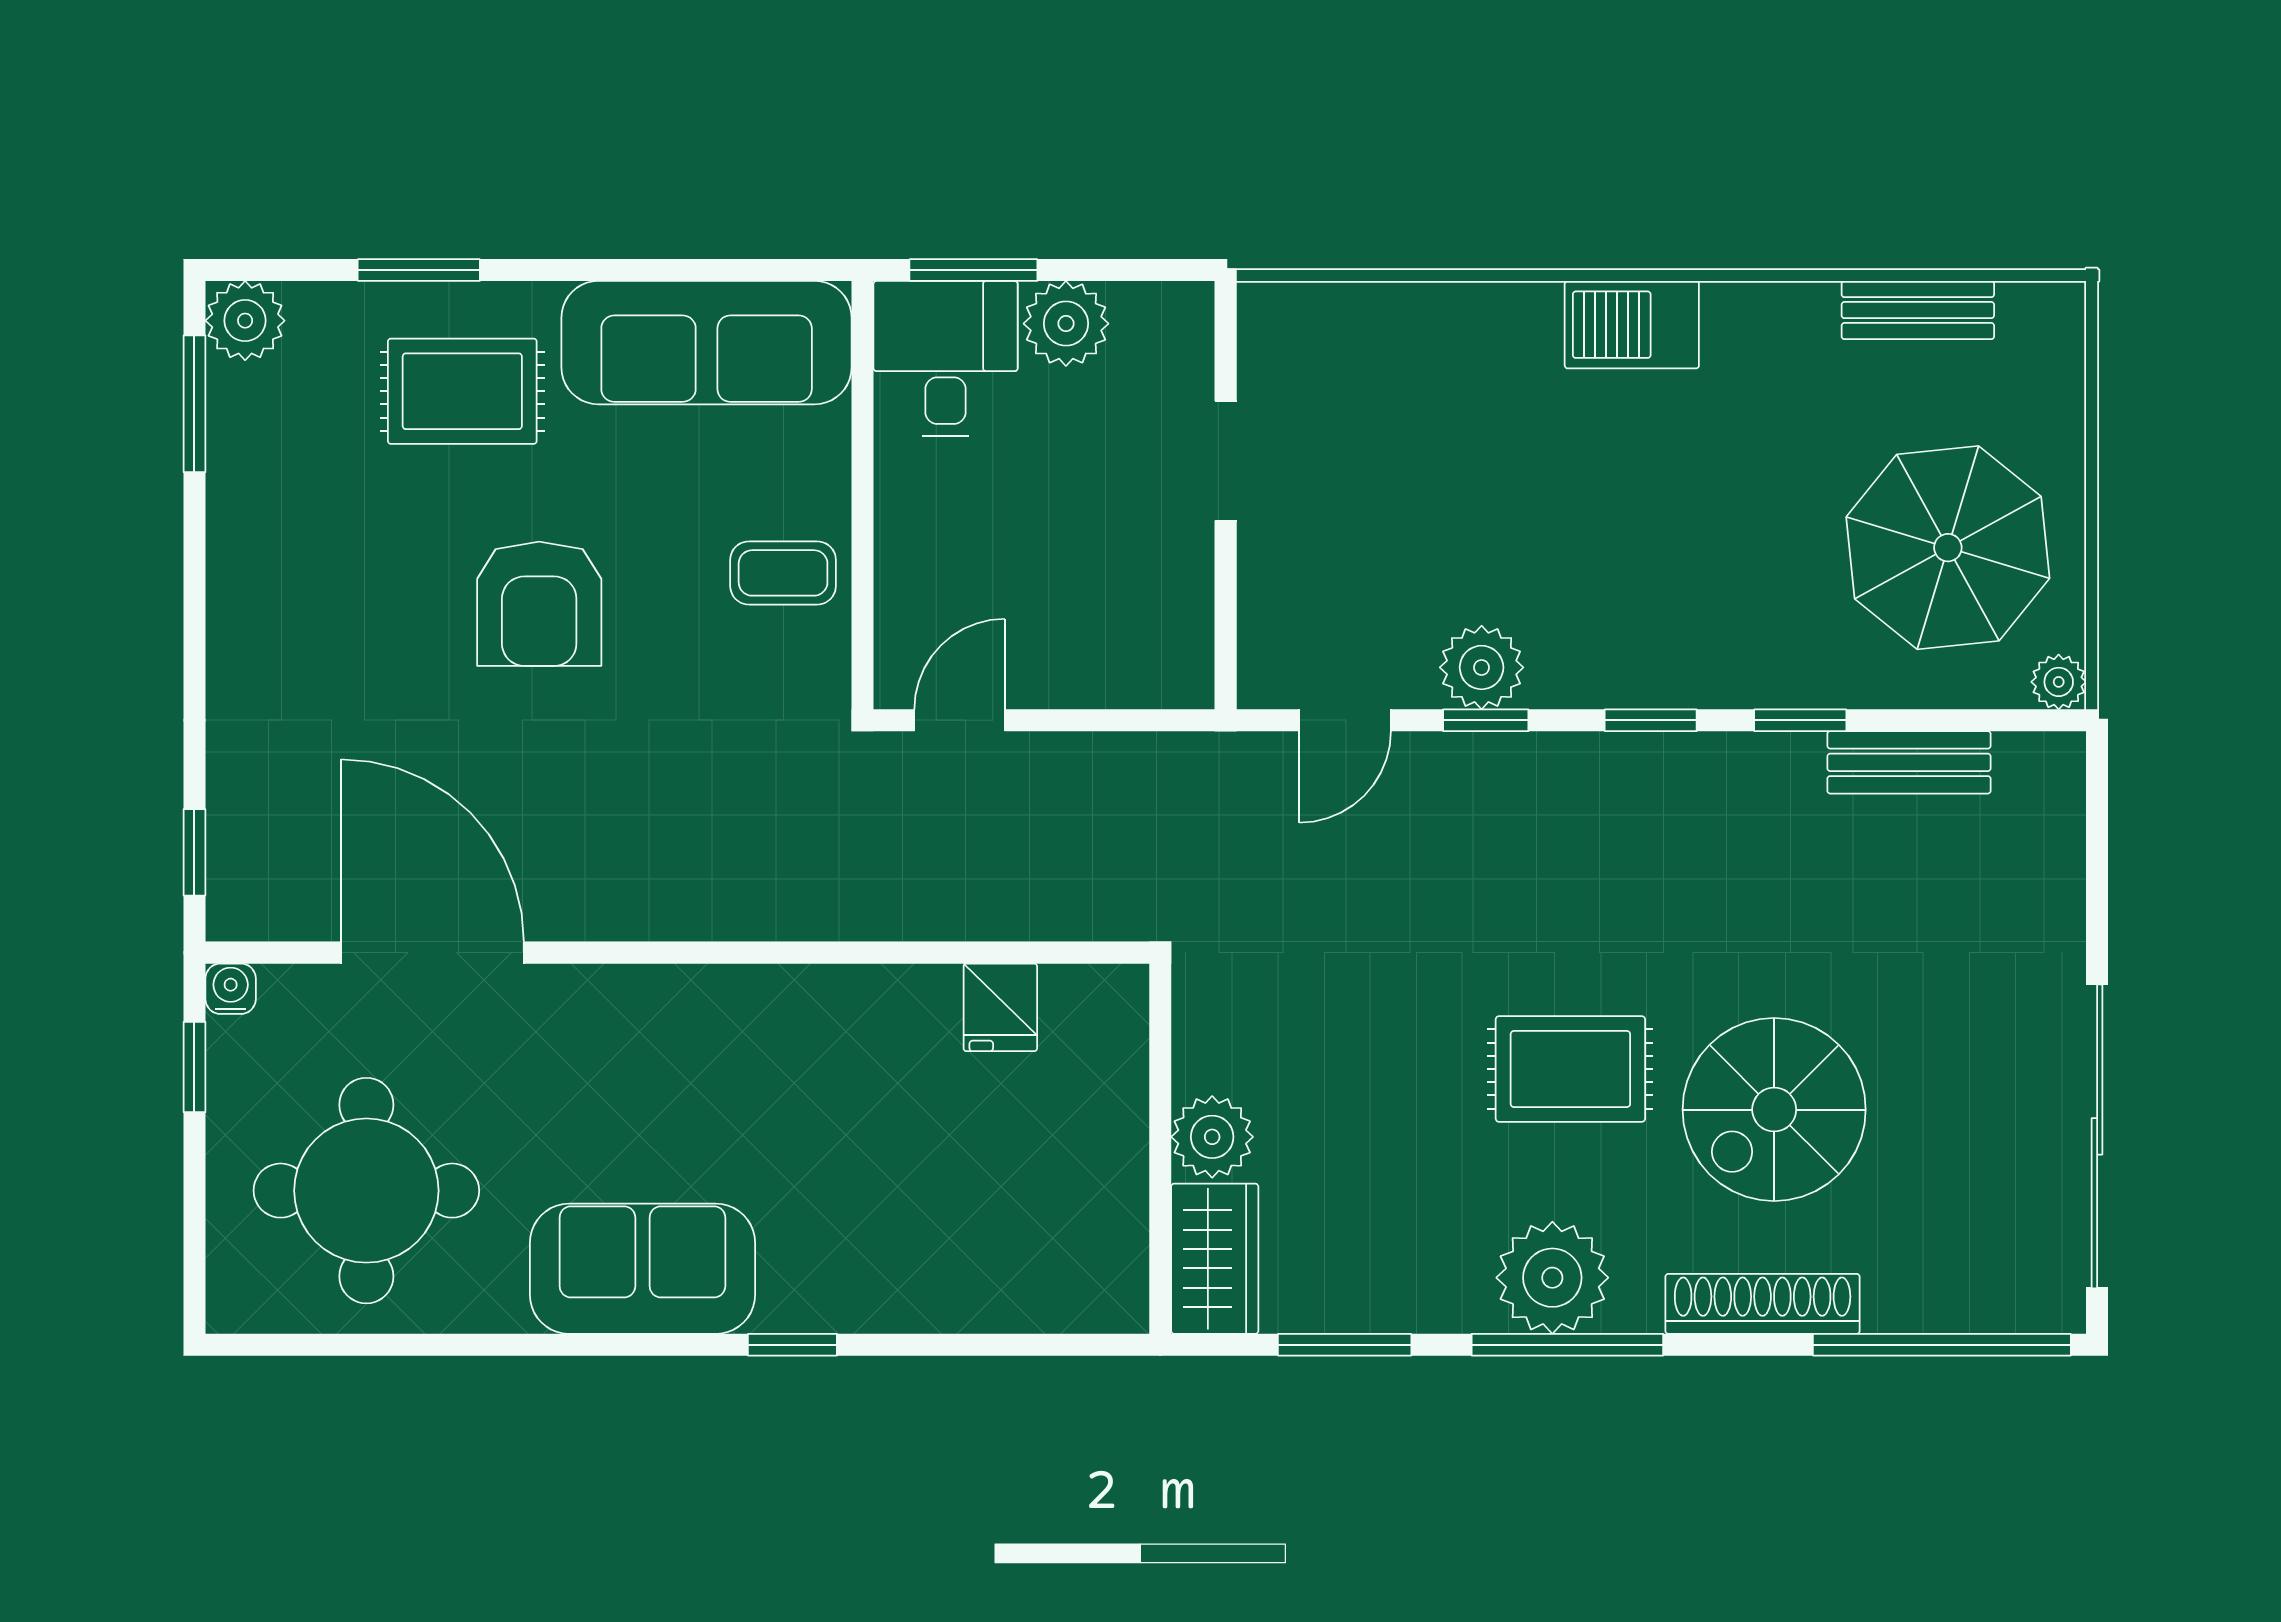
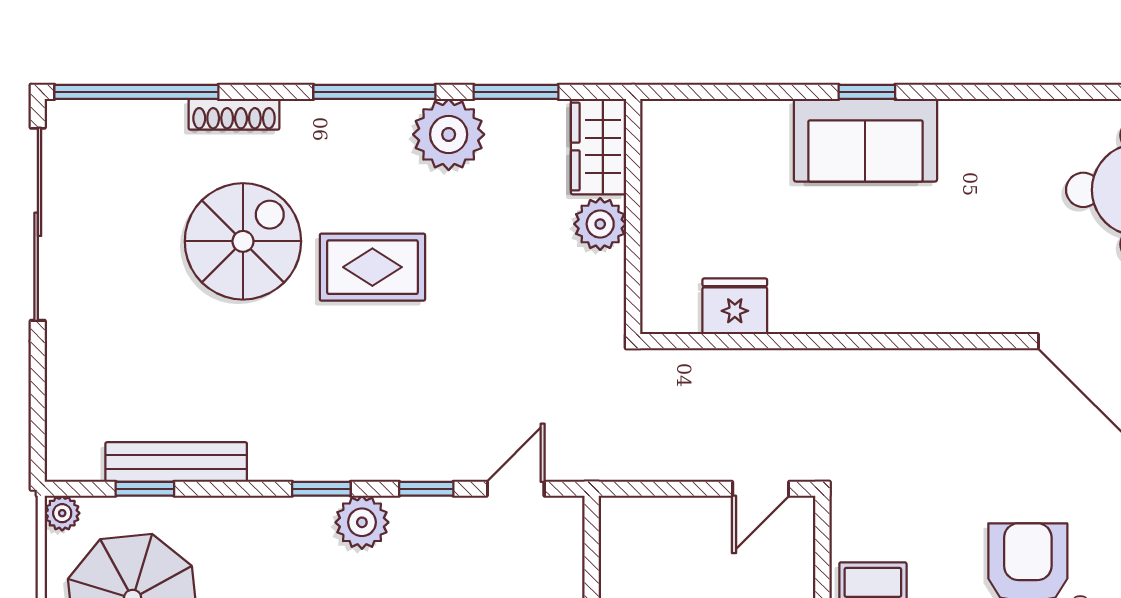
plant: (1482, 667) -> (362, 522), moved
window: (1800, 720) -> (145, 489), moved
bench: (1909, 762) -> (176, 462), width x1.36
fridge: (1000, 1007) -> (735, 306), width x1.38
sofa: (642, 1269) -> (865, 140), moved
plant: (1552, 1278) -> (449, 134), moved
shoe rack: (1763, 1304) -> (234, 114), width x0.74, depth x0.81

